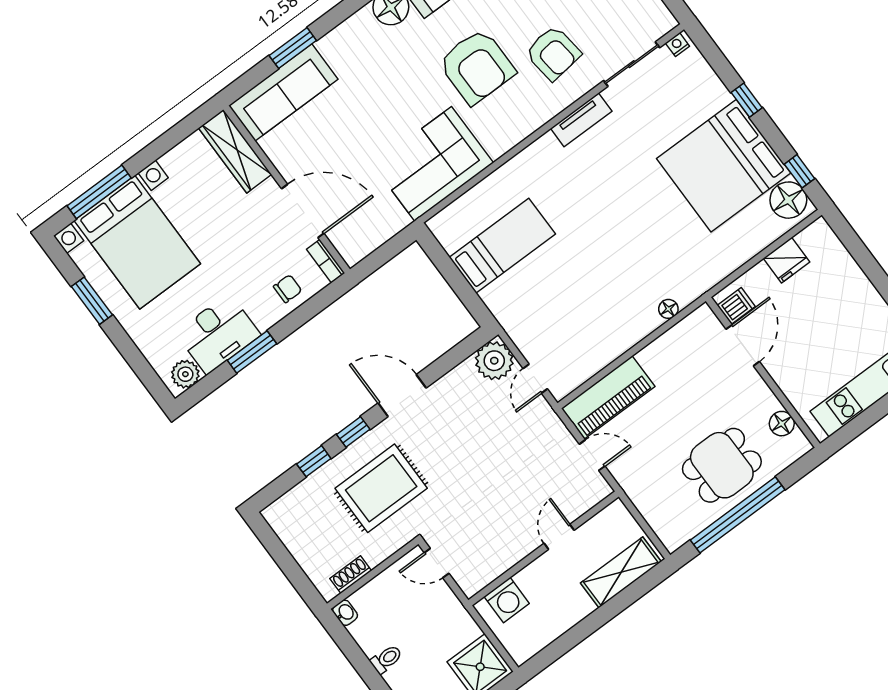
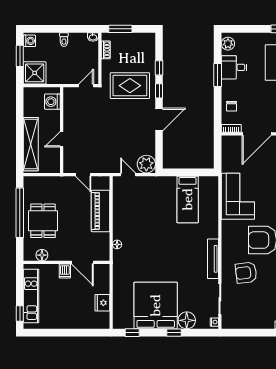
tv unit: (581, 120) -> (213, 259), width x1.41
floor lamp: (788, 200) -> (187, 320), moved
dishwasher: (736, 306) -> (65, 271), moved
desk: (218, 334) -> (234, 67), width x0.73
piano: (608, 397) -> (101, 211), moved
door: (592, 455) -> (83, 175), hinge flipped
rug: (381, 488) -> (130, 86), turned 90
door: (559, 537) -> (62, 139), swing flipped
shelving: (621, 572) -> (31, 144), width x1.47
window: (296, 576) -> (120, 29), added

